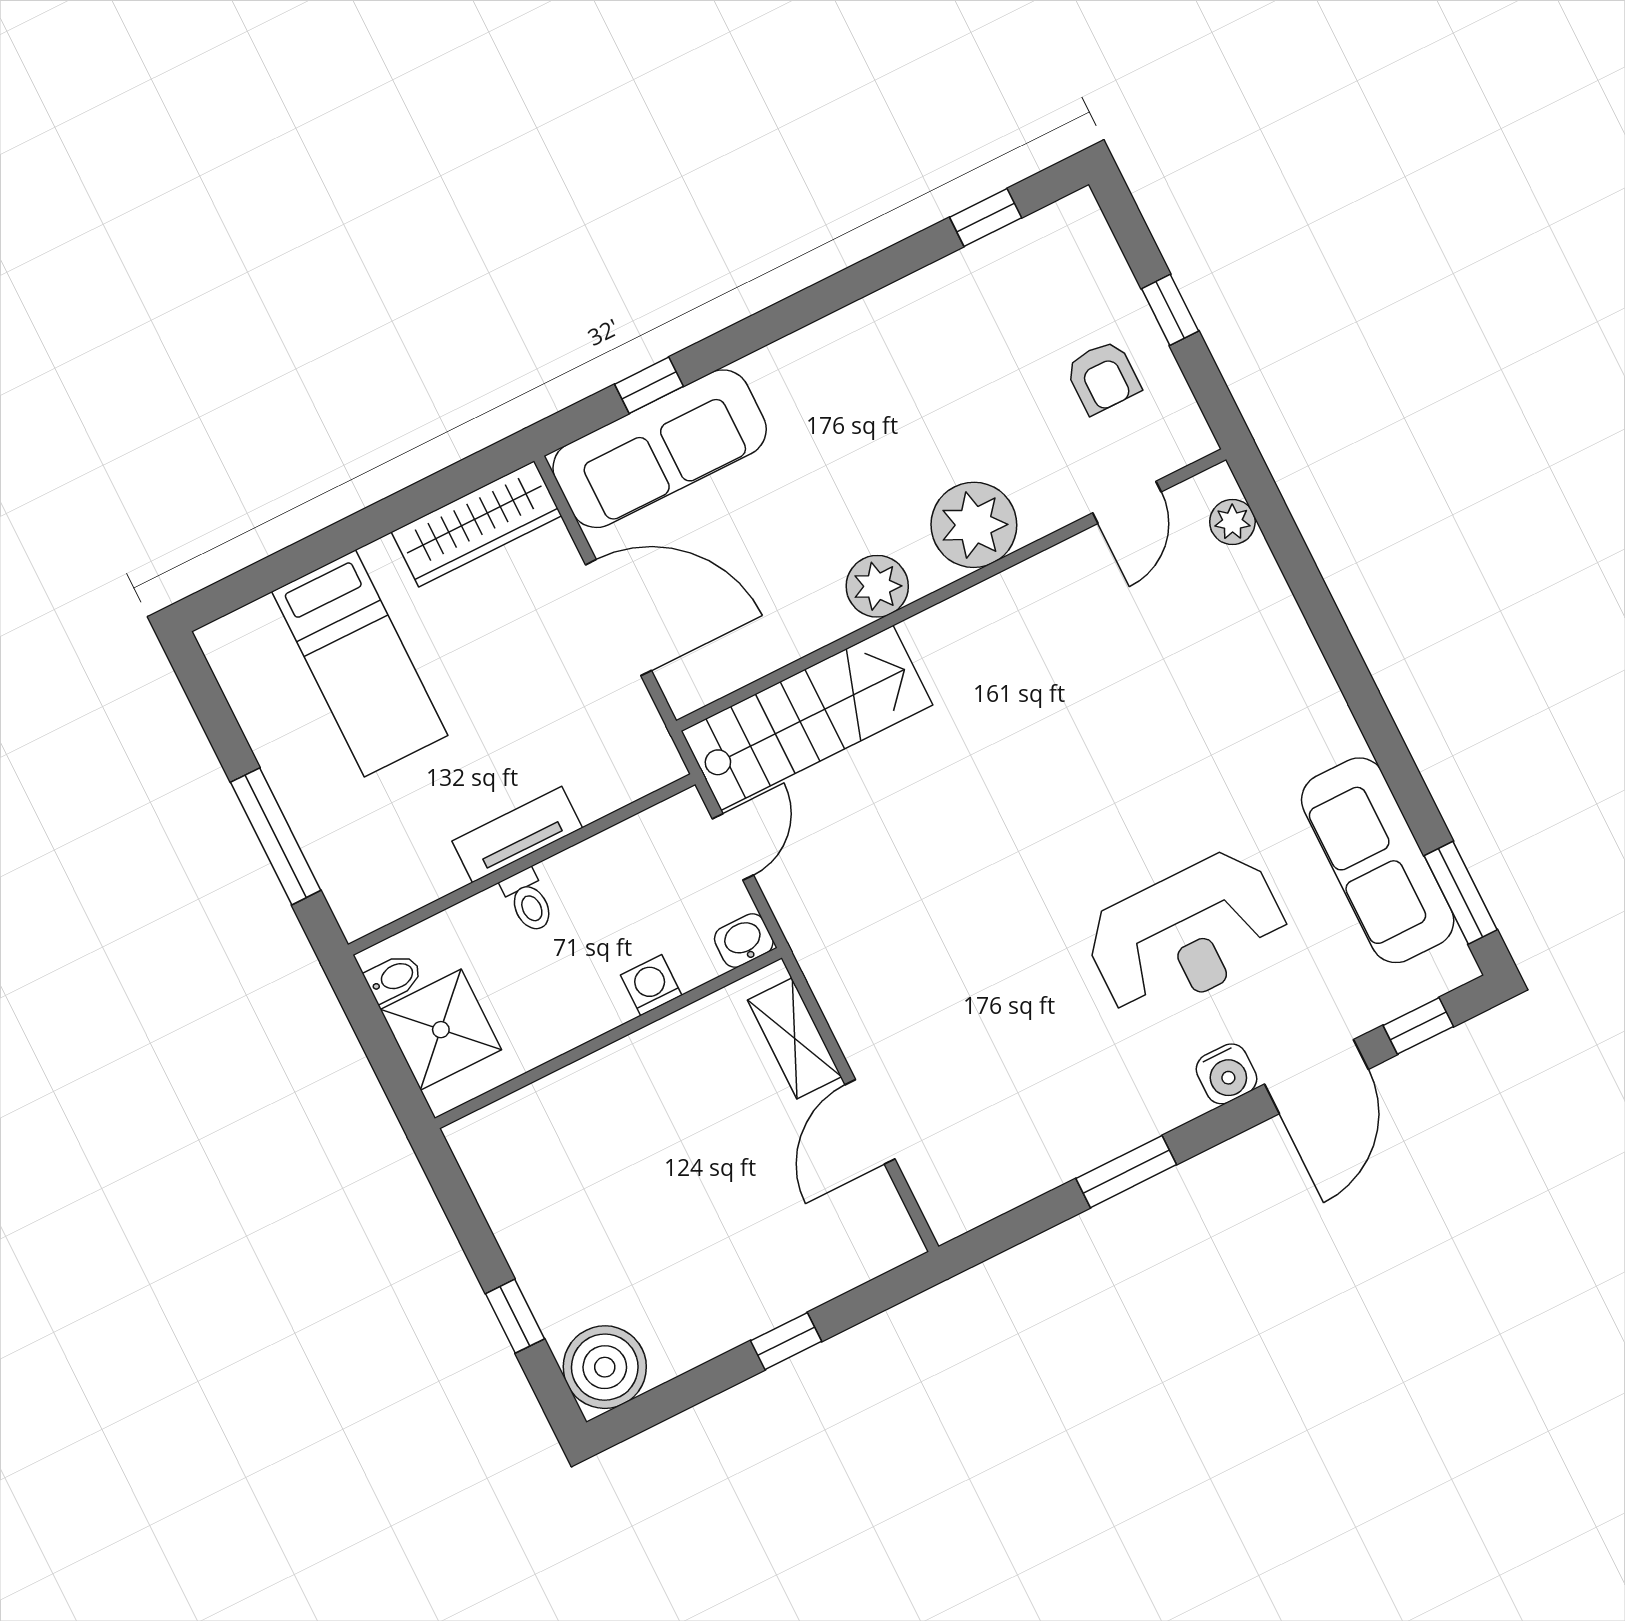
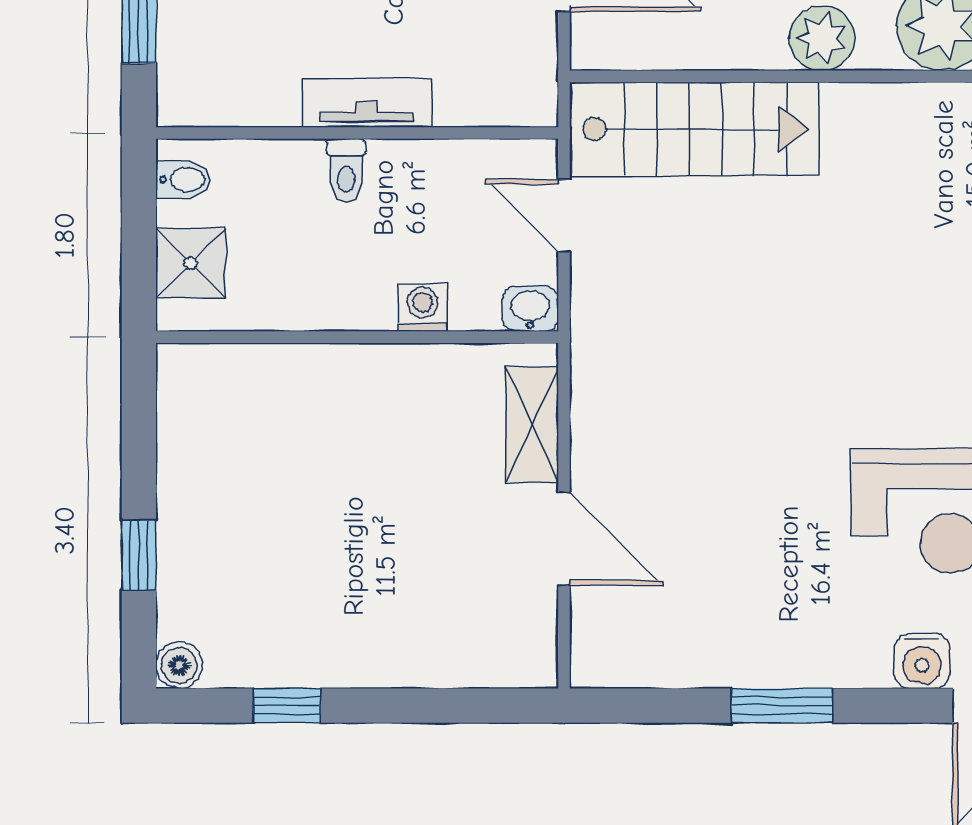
door: (733, 847) -> (564, 216), swing flipped
shower: (441, 1030) -> (191, 263), width x0.73, depth x0.73
door: (870, 1122) -> (564, 539), swing flipped
window: (786, 1341) -> (287, 706), moved
boiler: (605, 1367) -> (179, 665), width x0.54, depth x0.54

